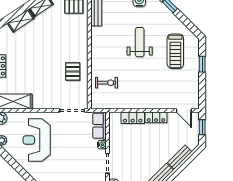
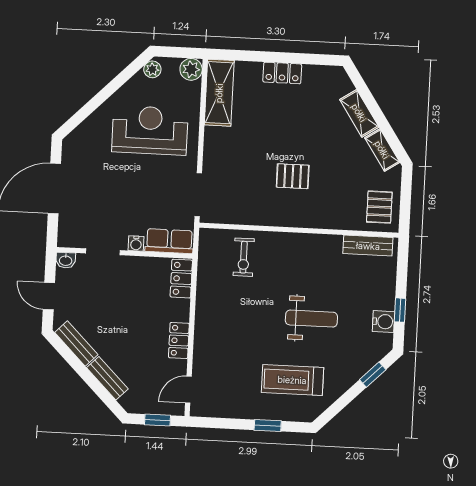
pallet: (73, 71) -> (293, 176), moved
locker: (133, 118) -> (181, 279), moved

